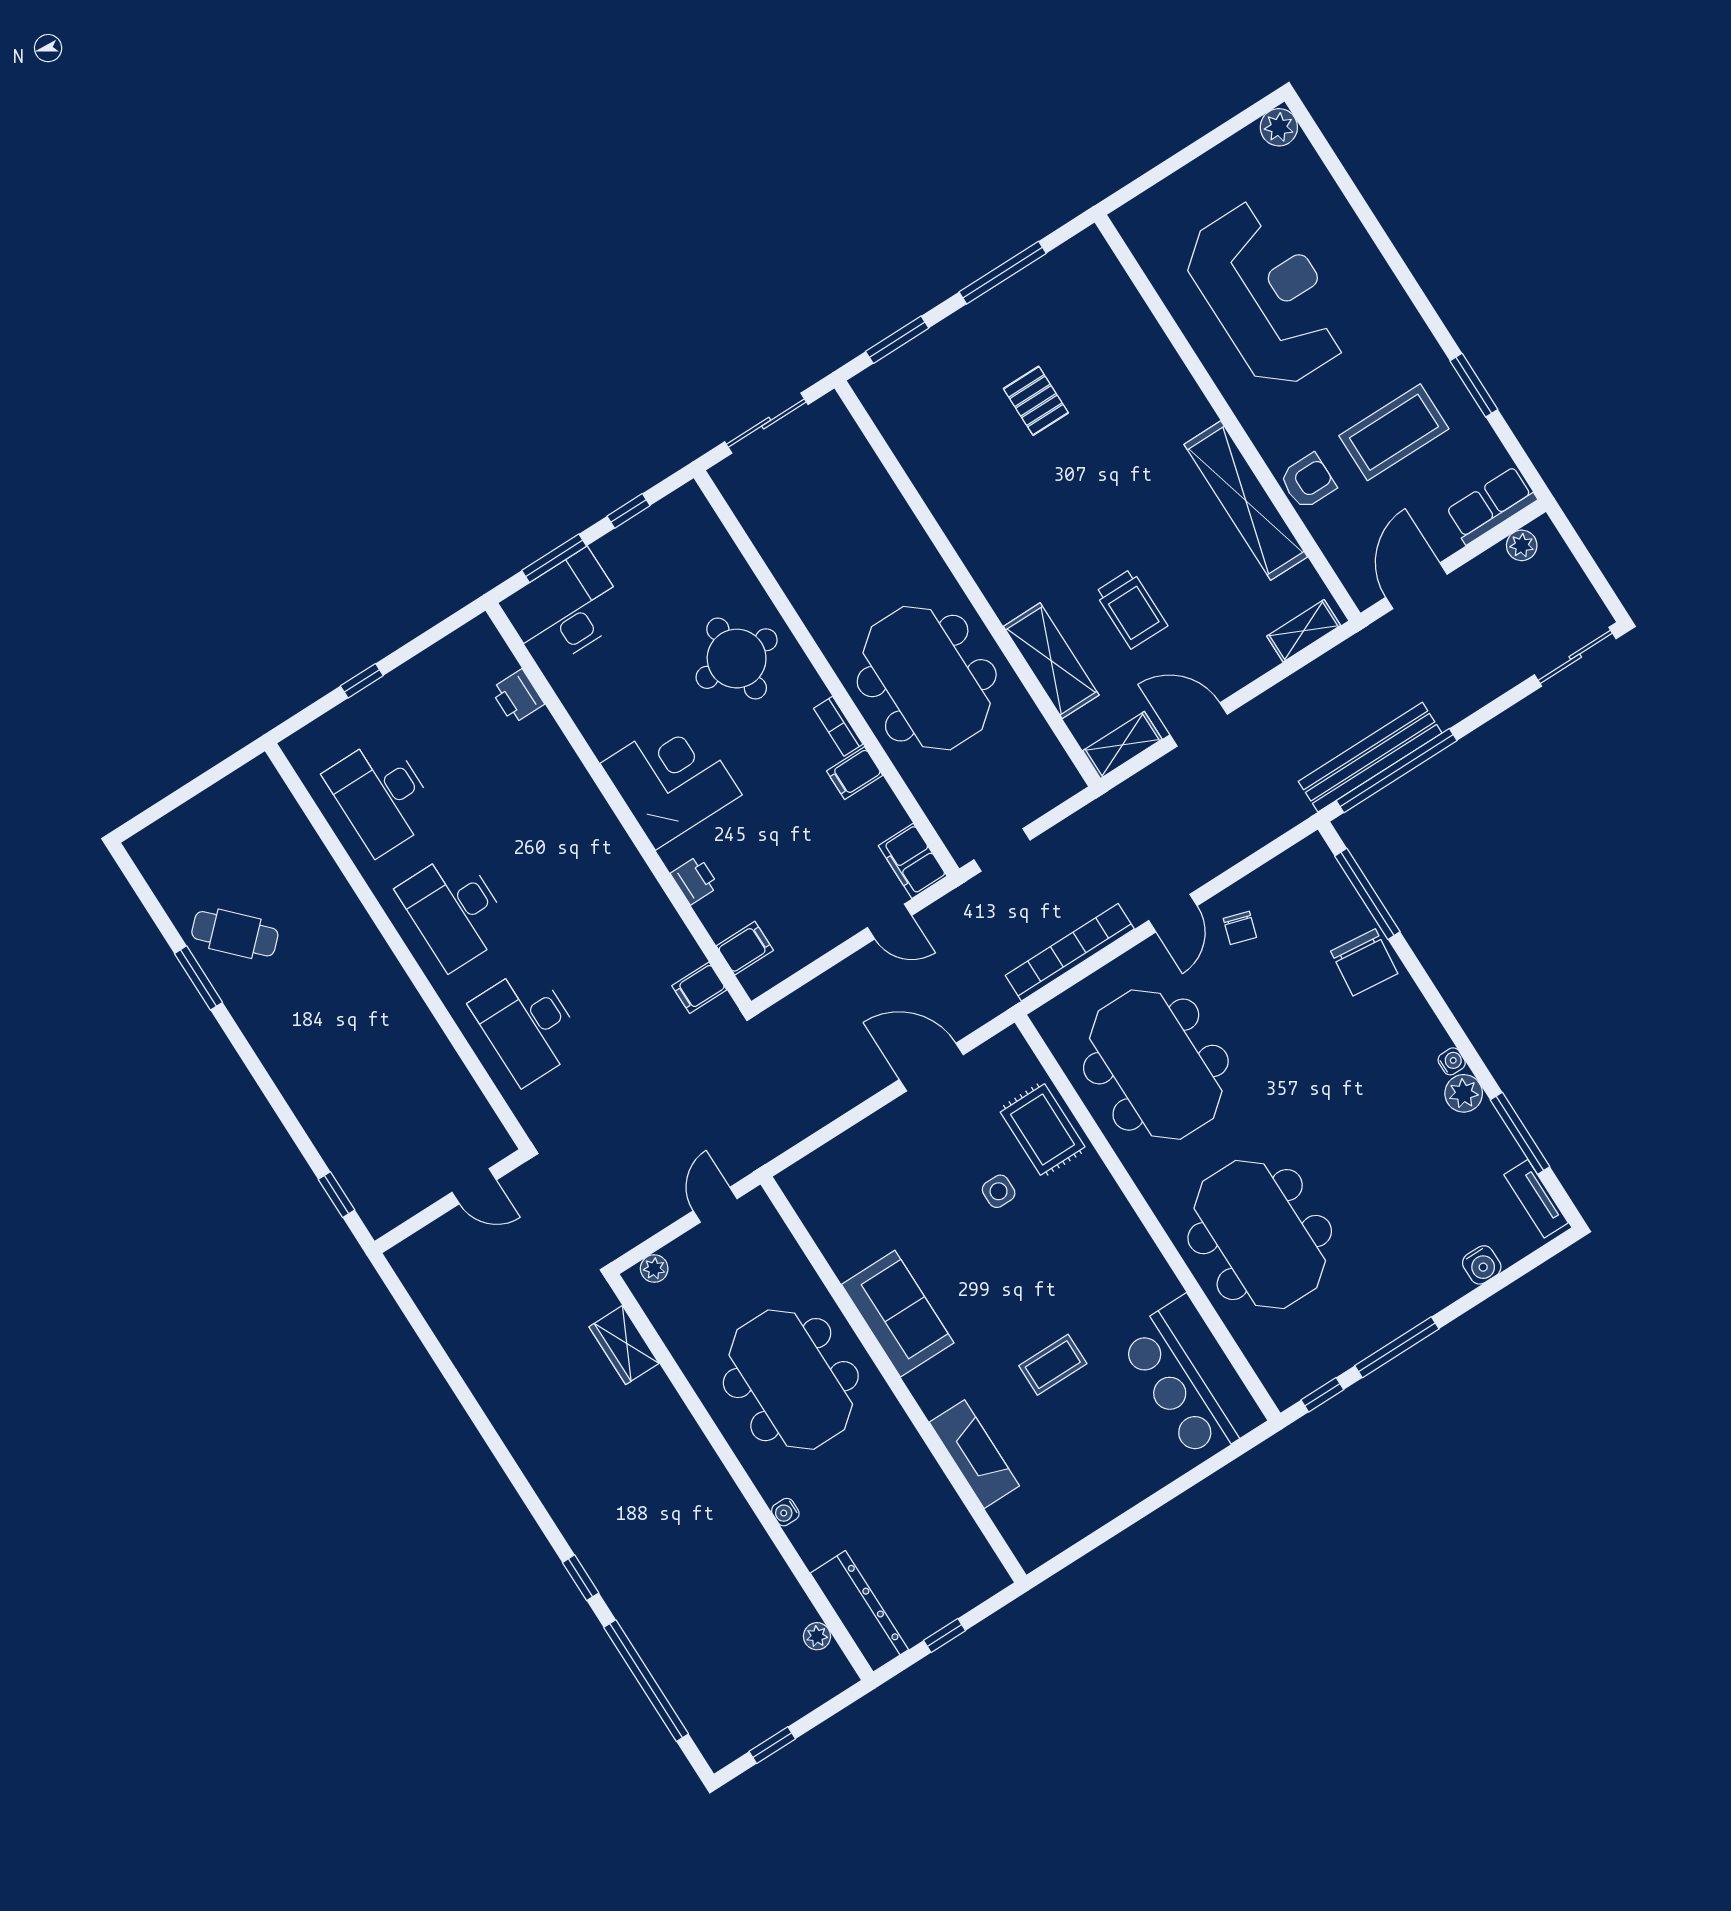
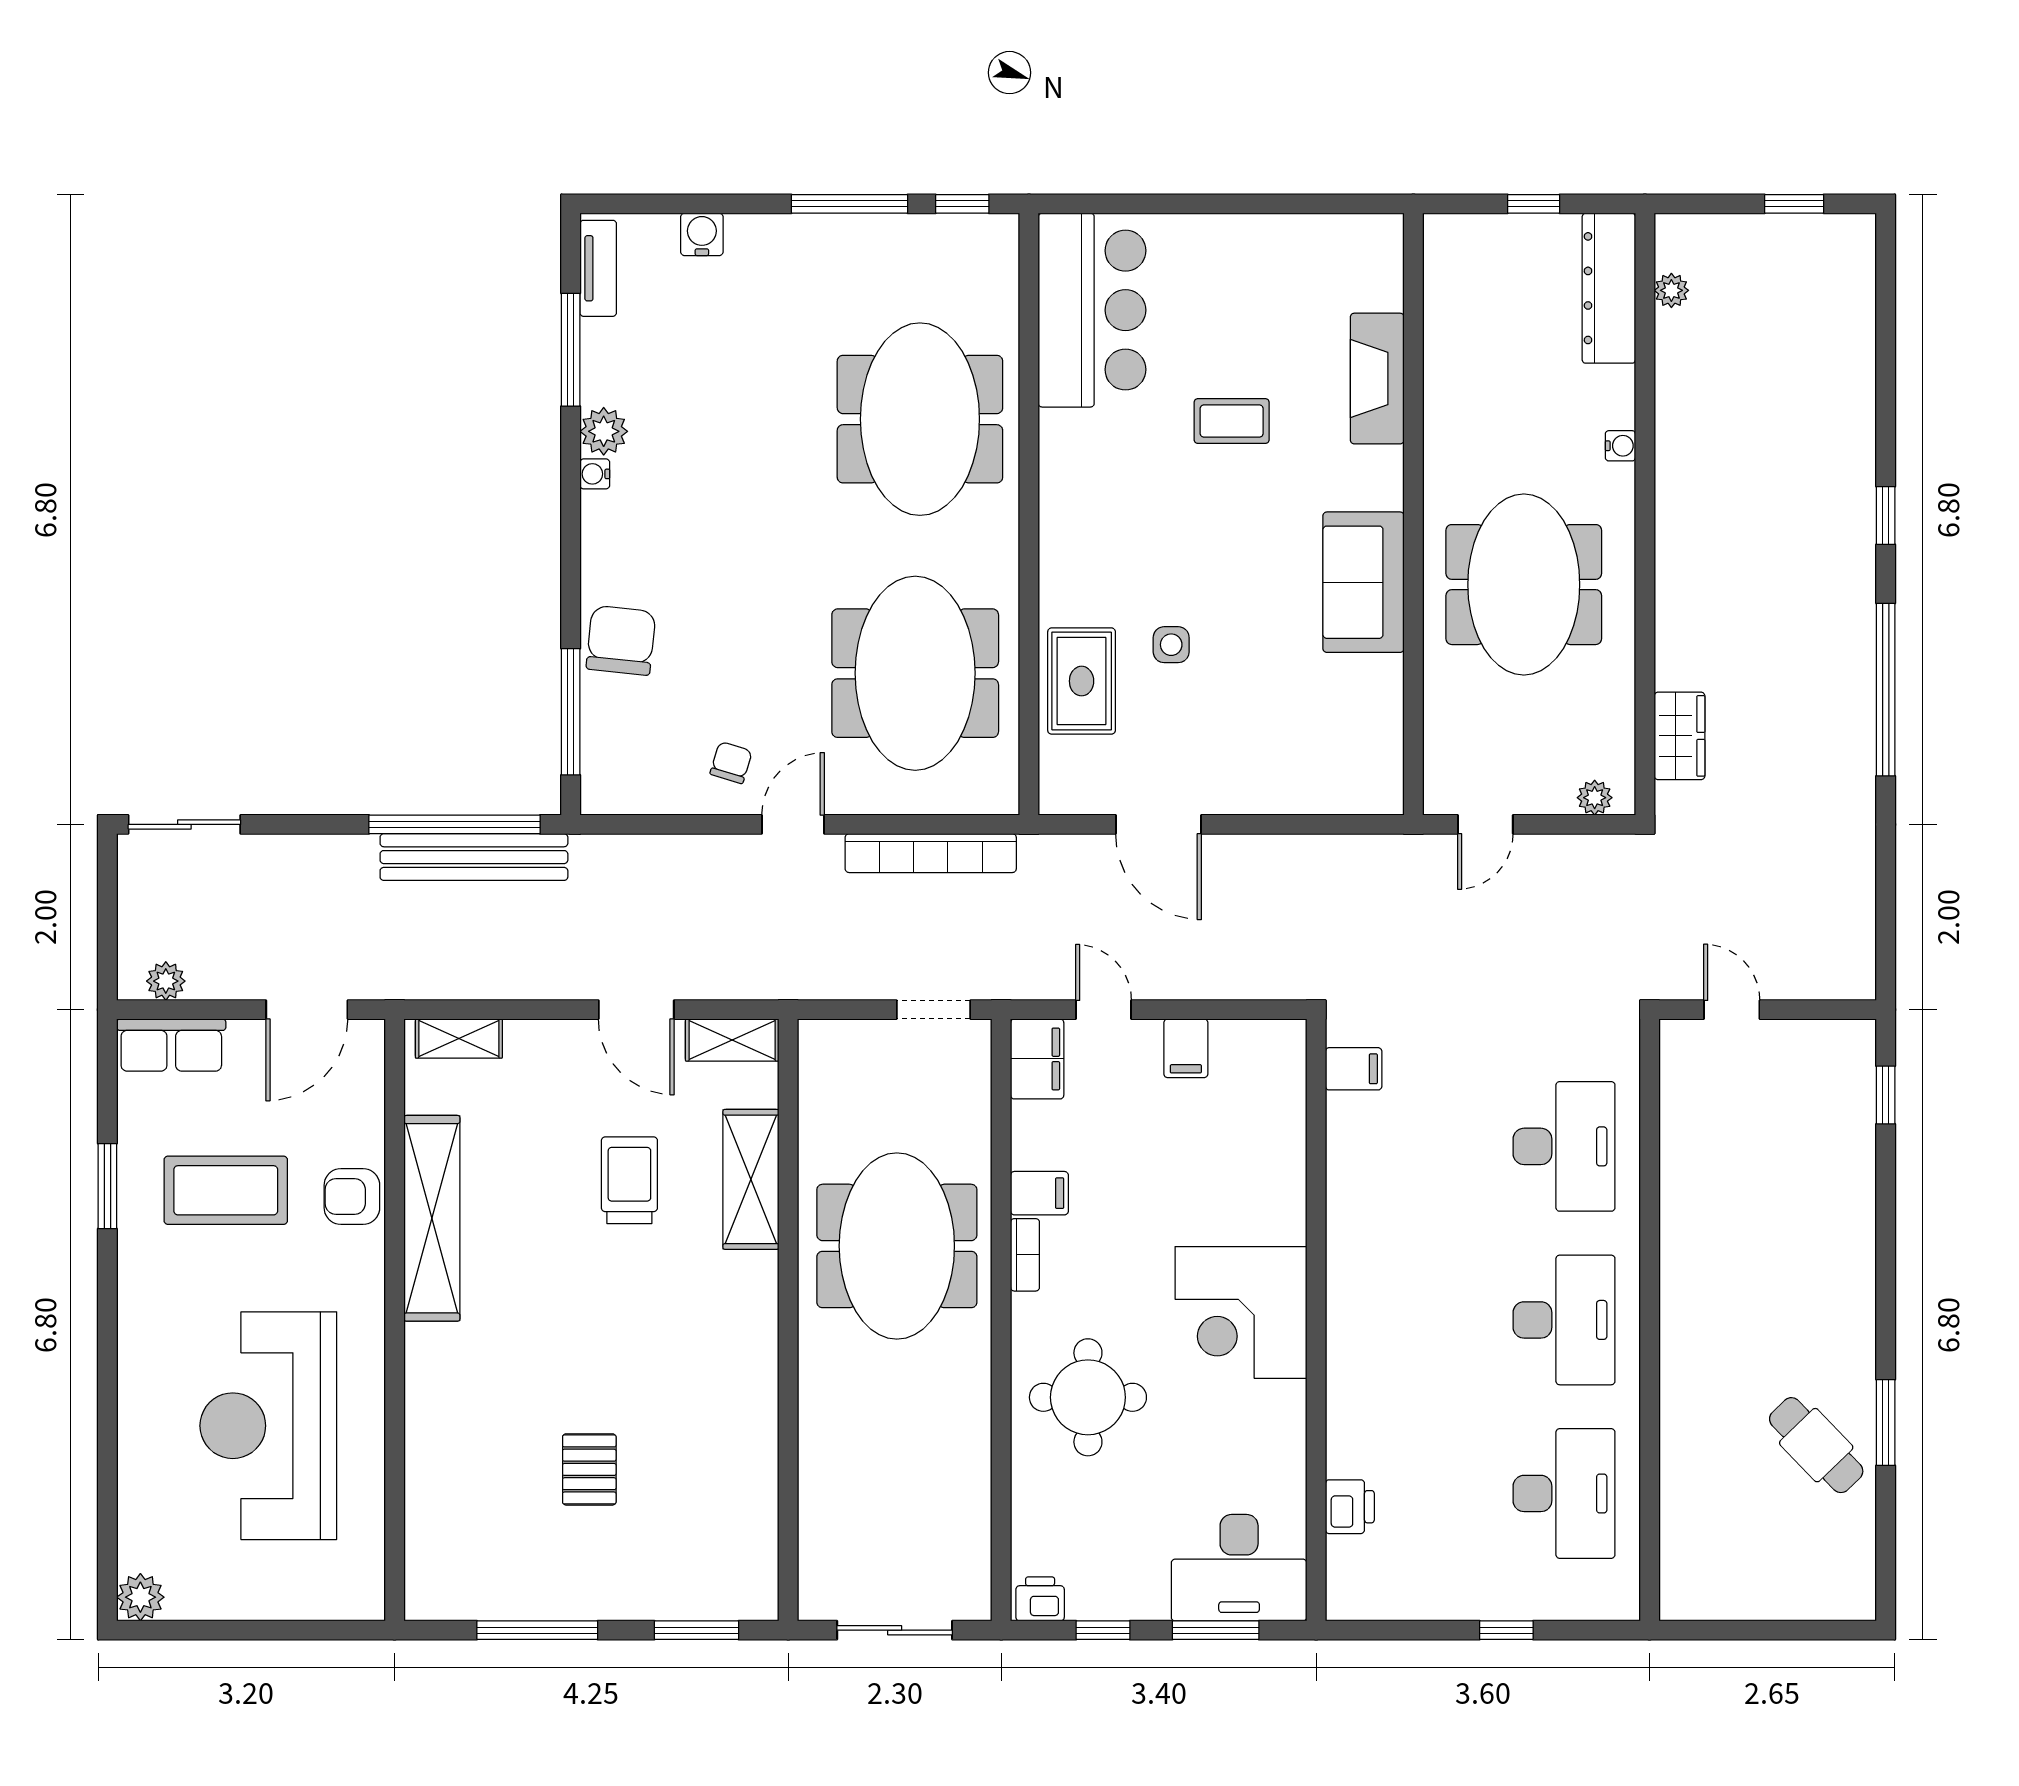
printer: (695, 880) -> (1040, 1599), moved, turned 90
filing cabinet: (745, 948) -> (1186, 1048), moved, turned -90
window: (646, 1681) -> (1886, 690), moved

